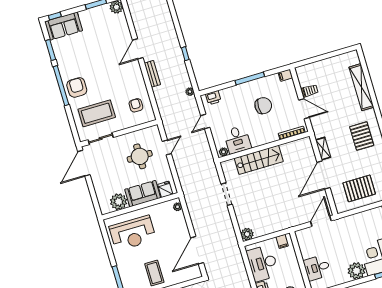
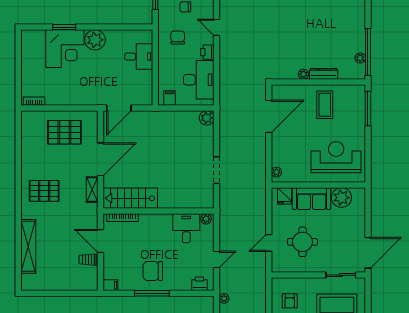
chair: (263, 106) -> (153, 271), moved
pallet: (362, 136) -> (44, 191), turned 90
stairs: (259, 160) -> (130, 198), moved

